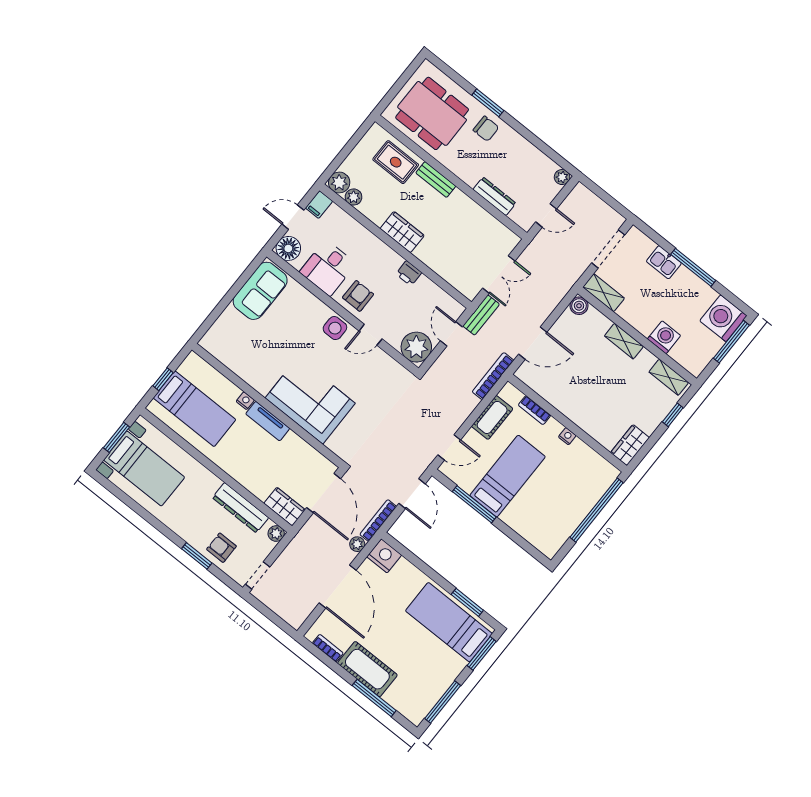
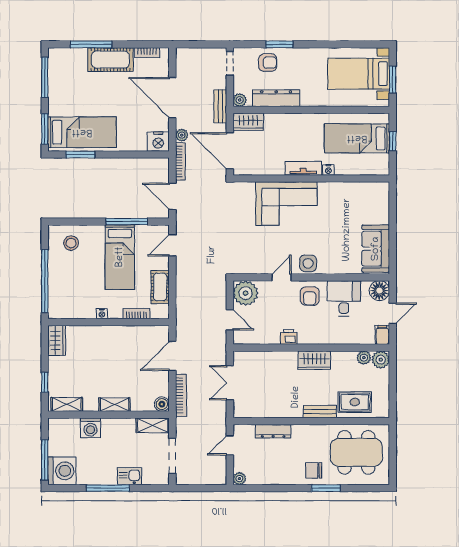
bench: (481, 315) -> (220, 106), moved
bookcase: (493, 376) -> (181, 395), moved
stool: (543, 526) -> (71, 243), added

